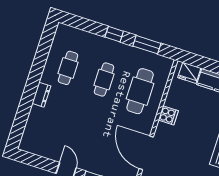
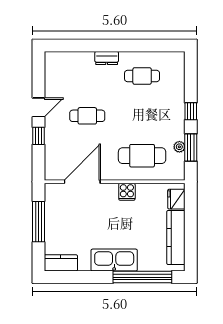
plant: (143, 55) -> (179, 147), added
cafe table: (104, 80) -> (87, 116), moved

